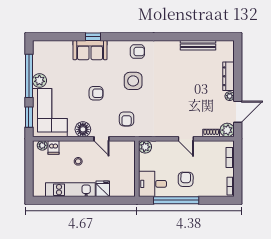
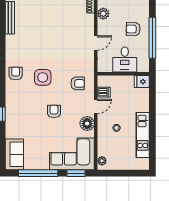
sofa: (90, 50) -> (14, 154), moved
plant: (39, 80) -> (42, 163), removed
door: (186, 139) -> (96, 43), moved
dishwasher: (53, 147) -> (104, 92), moved
plant: (145, 147) -> (103, 14), moved
desk: (153, 184) -> (125, 60), moved
fridge: (103, 189) -> (142, 82), moved

